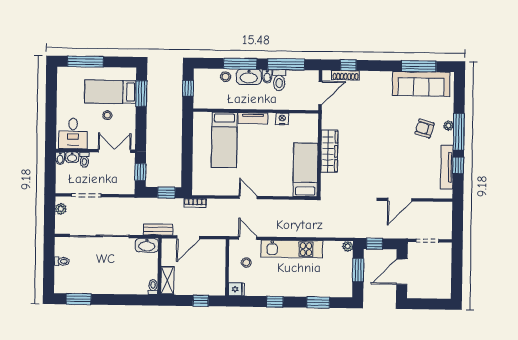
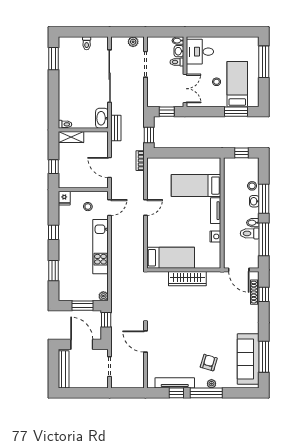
washbasin: (249, 77) -> (254, 201), width x0.52, depth x0.69
door: (188, 237) -> (110, 167), moved
bench: (430, 293) -> (64, 369), added

